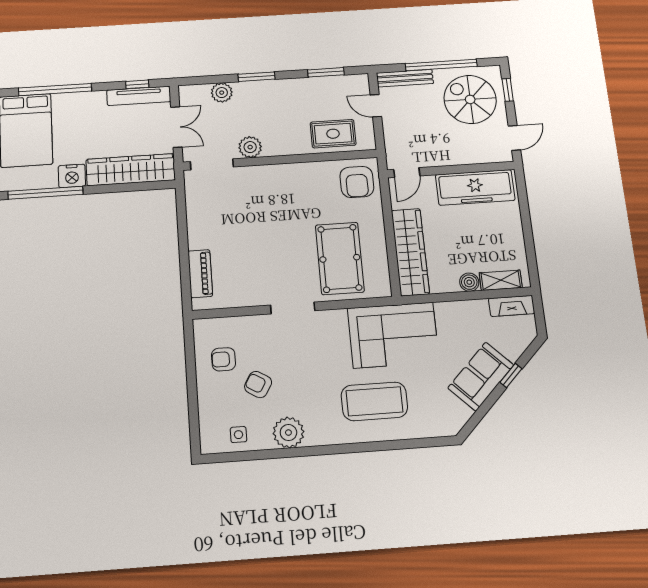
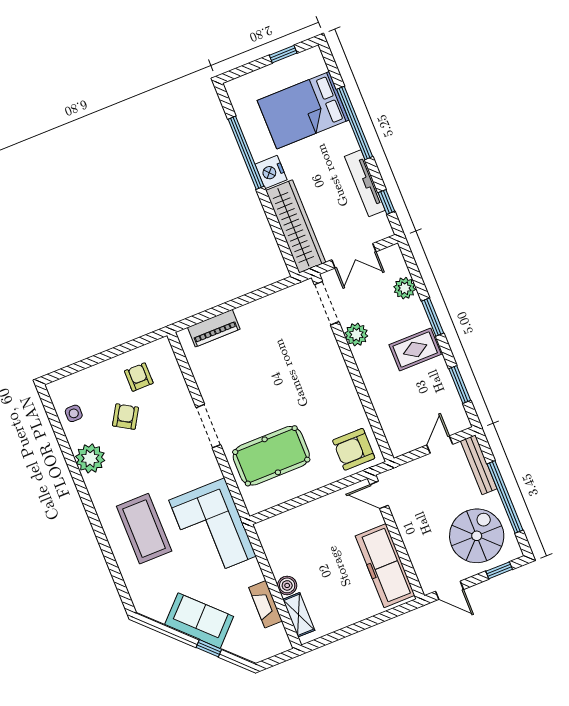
tv unit: (139, 96) -> (365, 183), moved
rug: (333, 134) -> (415, 349), moved, turned 90
wardrobe: (410, 252) -> (299, 521), removed
fireplace: (512, 306) -> (265, 604), moved

